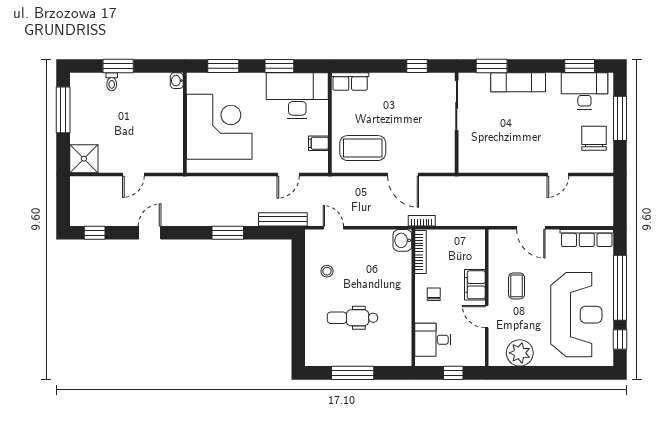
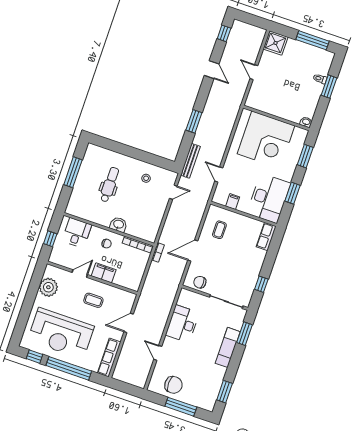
desk: (584, 91) -> (182, 324), moved, turned 180
coffee table: (363, 148) -> (219, 230), width x0.54, depth x0.58
chair: (443, 150) -> (200, 282), added
washbasin: (402, 240) -> (118, 225), moved

